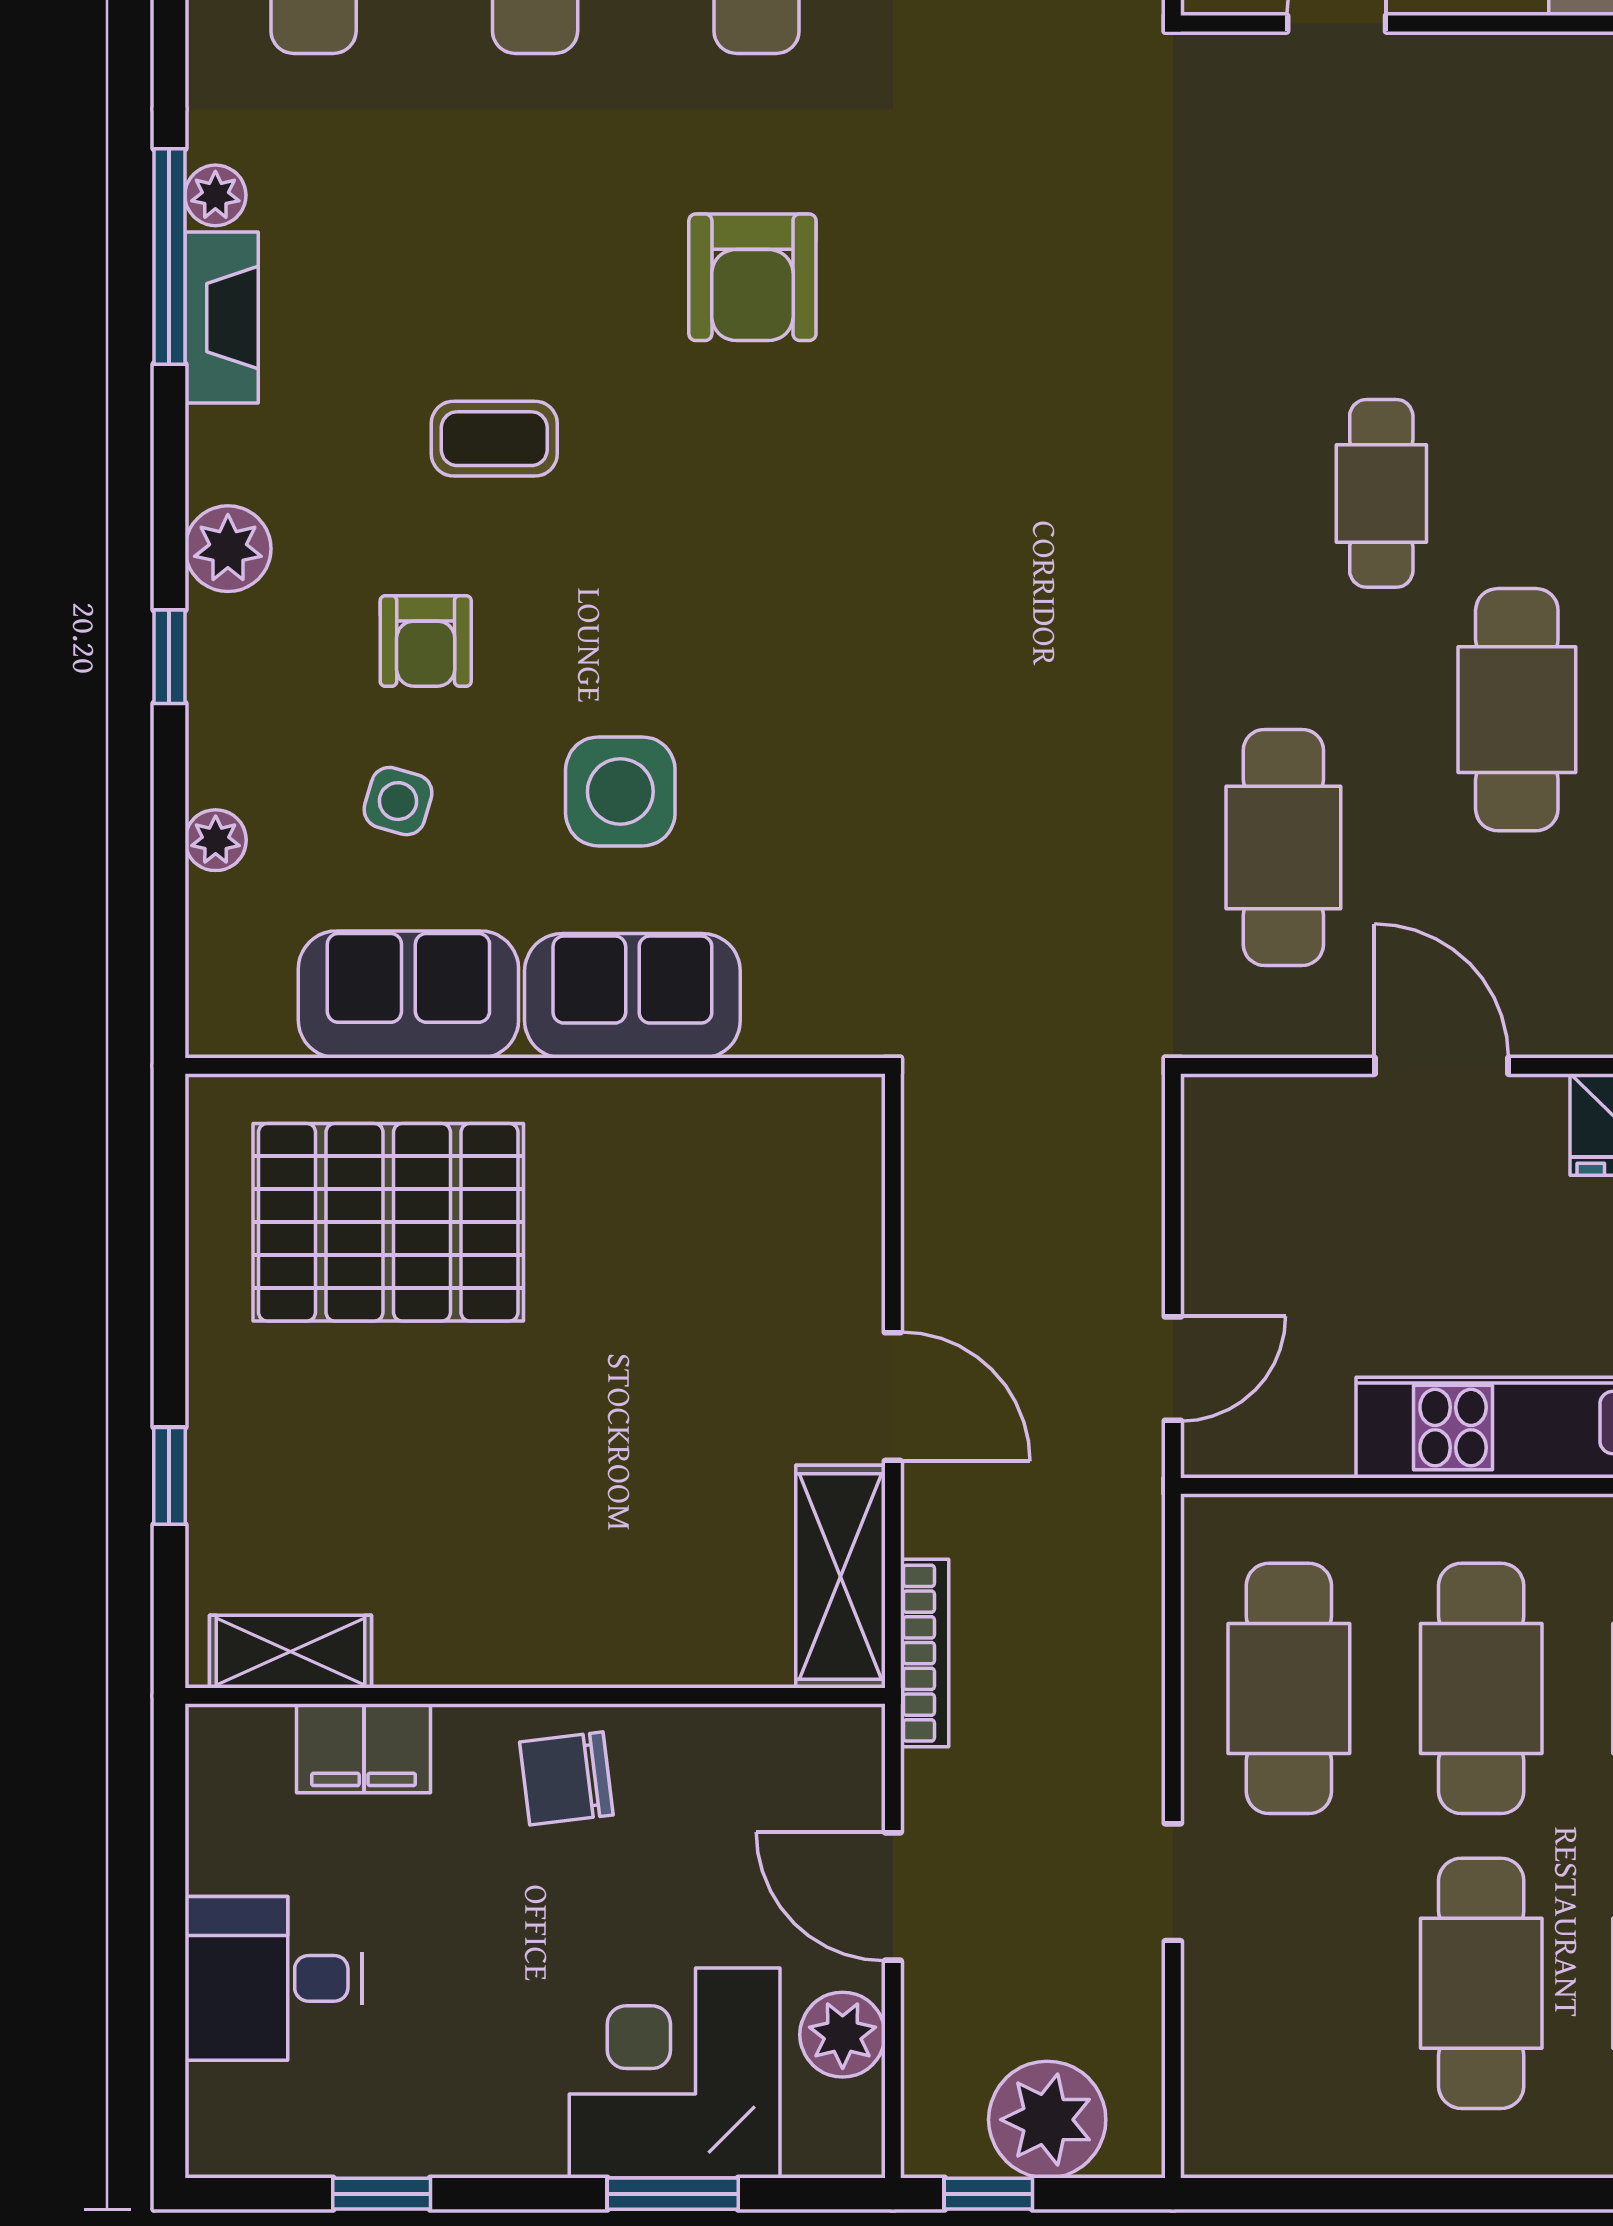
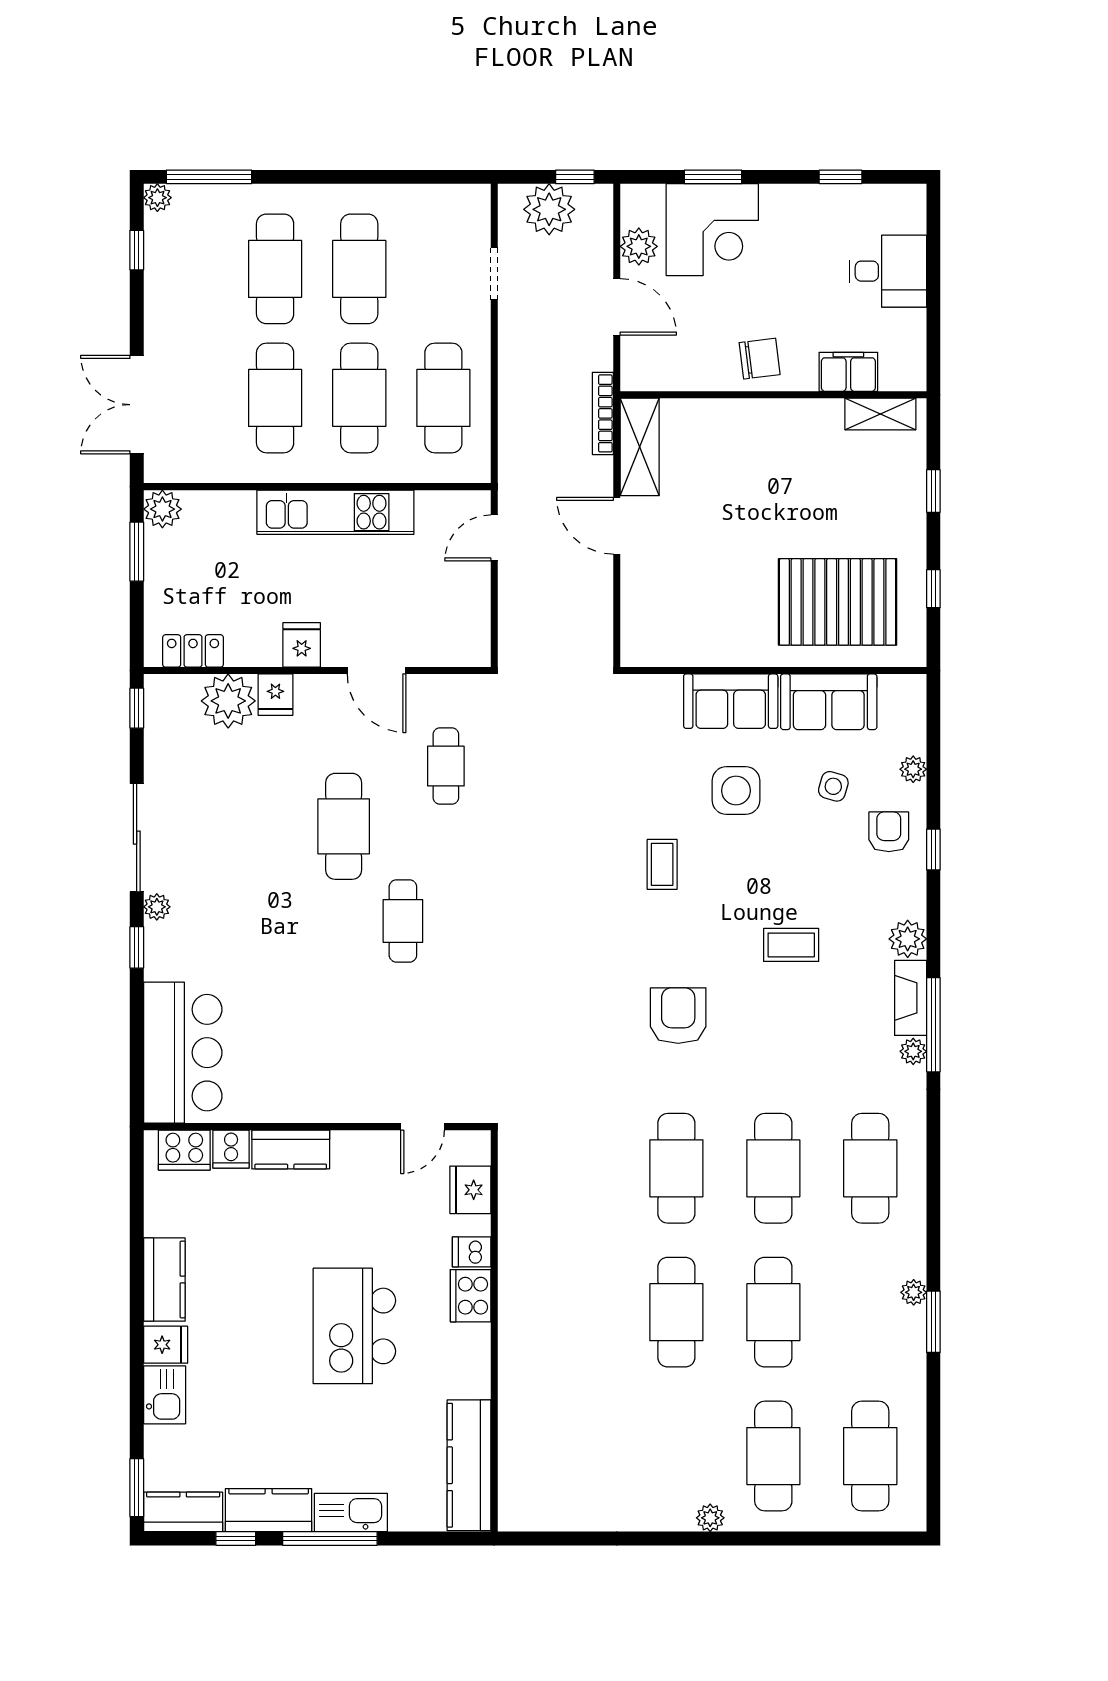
plant: (228, 549) -> (908, 939), moved
coffee table: (789, 623) -> (662, 864), added
armchair: (426, 641) -> (889, 832), moved
cafe table: (1283, 847) -> (446, 766), width x0.73, depth x0.74
window: (169, 1253) -> (933, 589), added
doorway: (1173, 1882) -> (494, 274), moved

